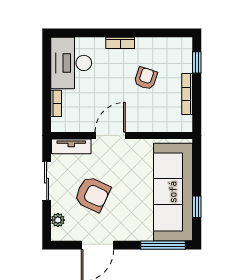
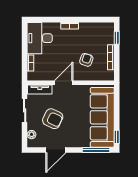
armchair: (146, 78) -> (86, 60), moved
window: (197, 207) -> (117, 137), moved

